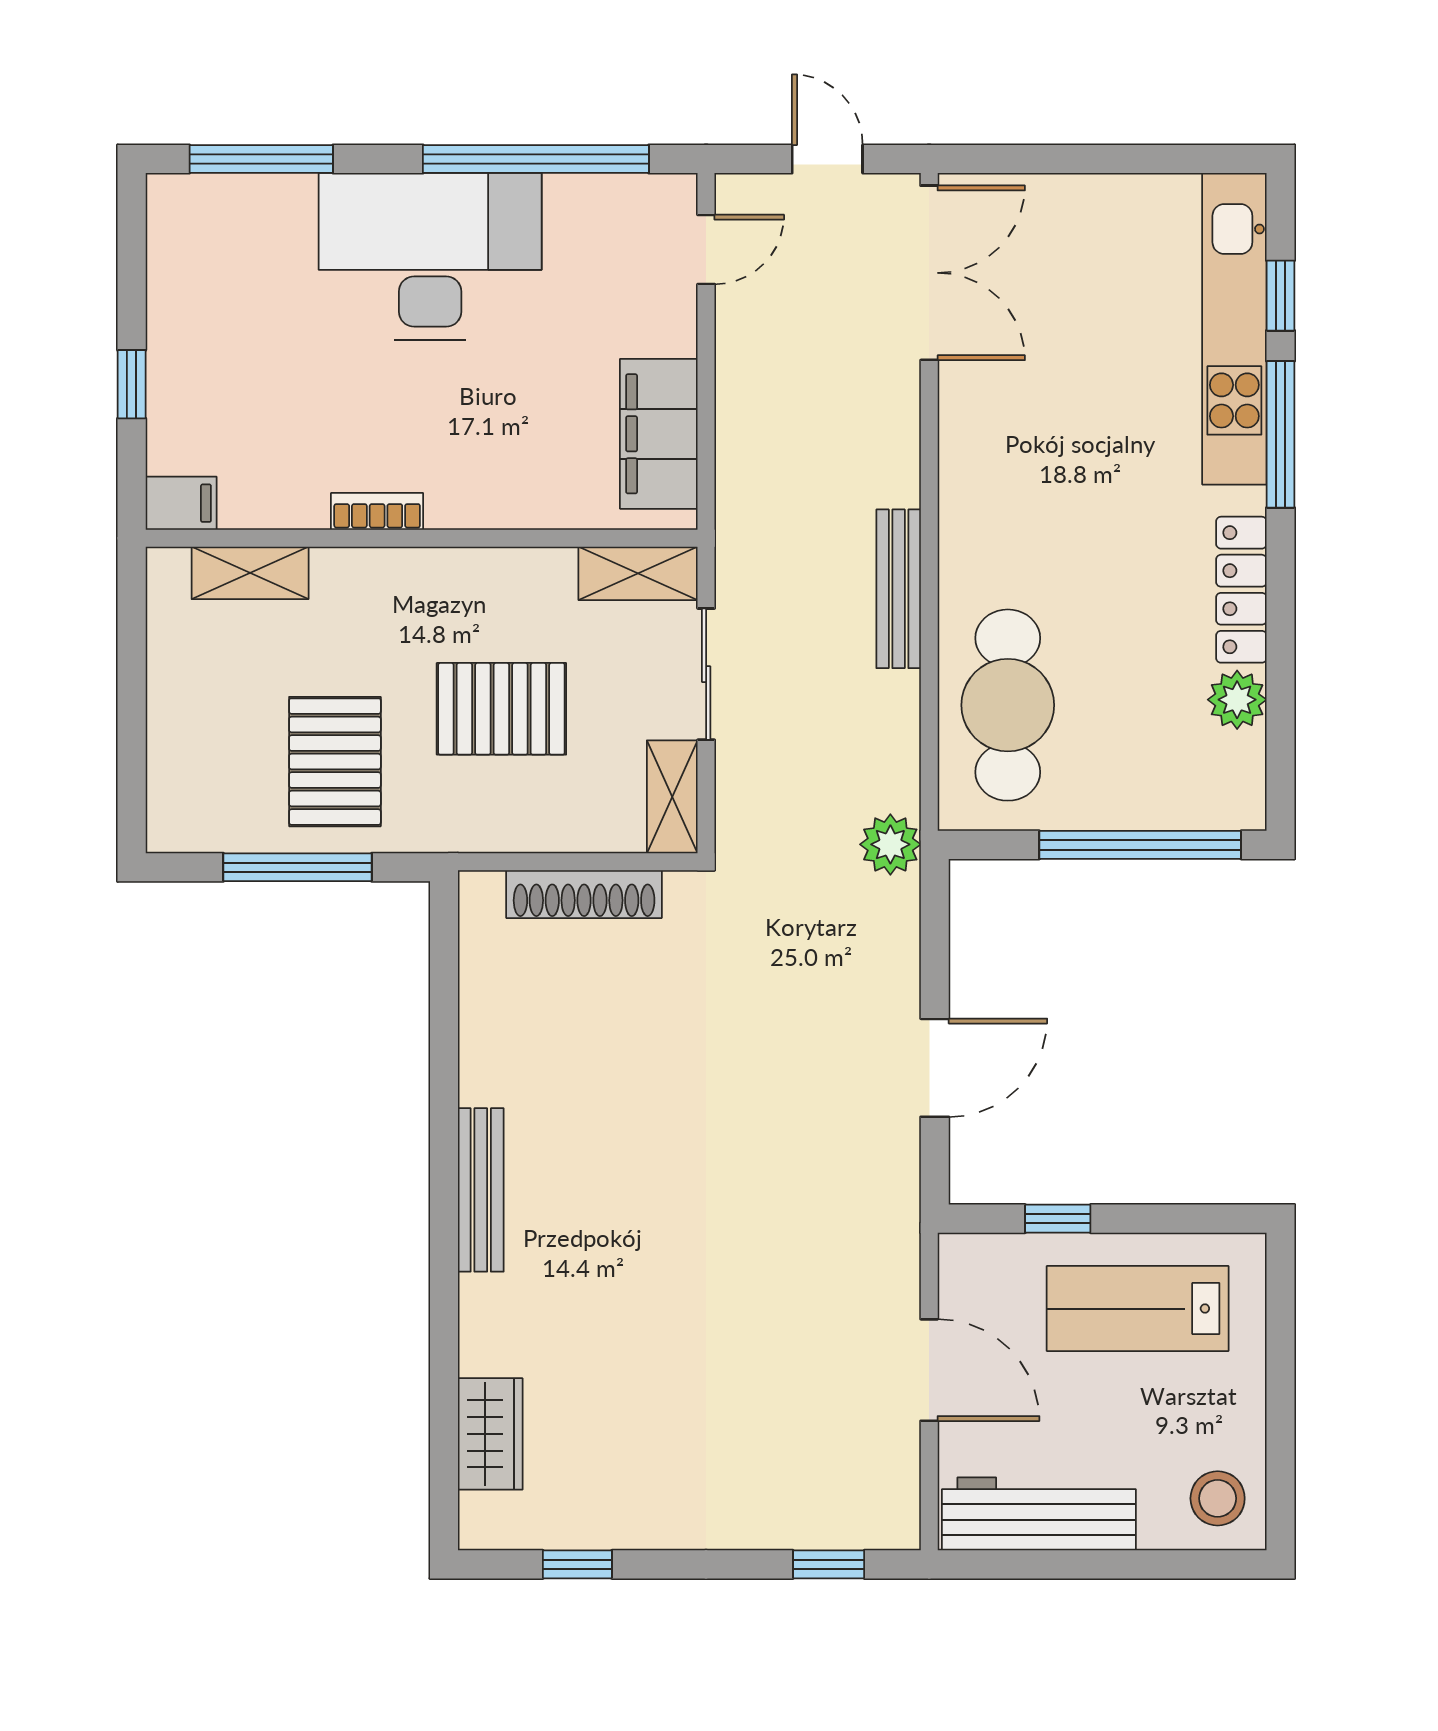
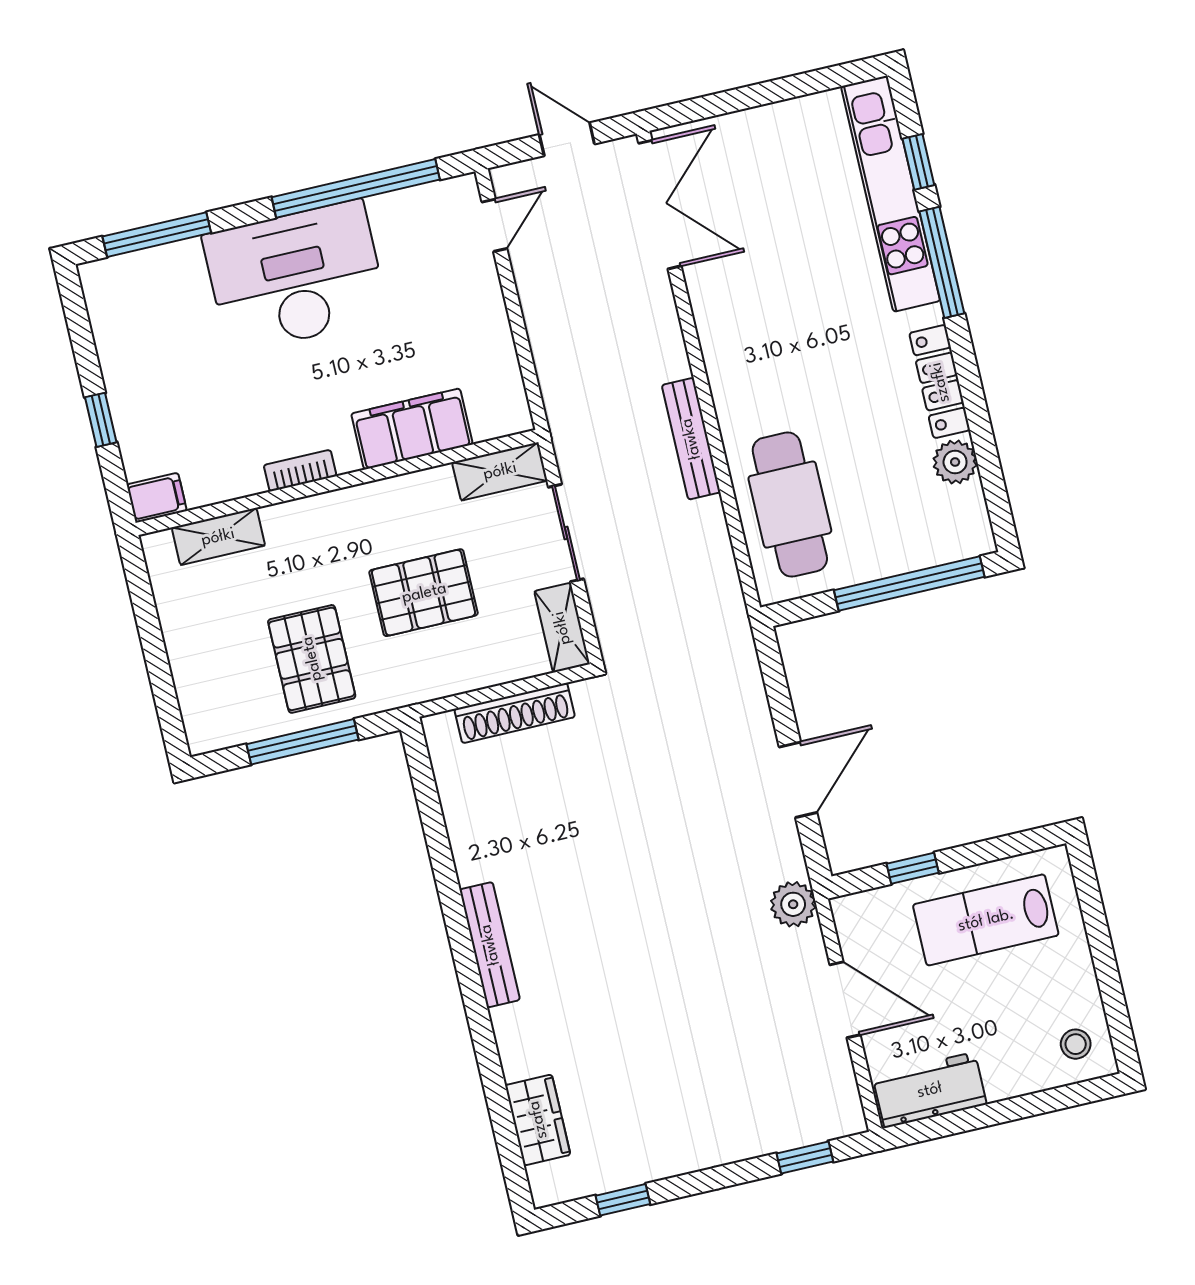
filing cabinet: (659, 434) -> (412, 429), moved, turned 90
plant: (890, 844) -> (793, 904), moved
stool: (1218, 1498) -> (1076, 1044), width x0.73, depth x0.73
workbench: (1039, 1514) -> (930, 1090), width x0.73

